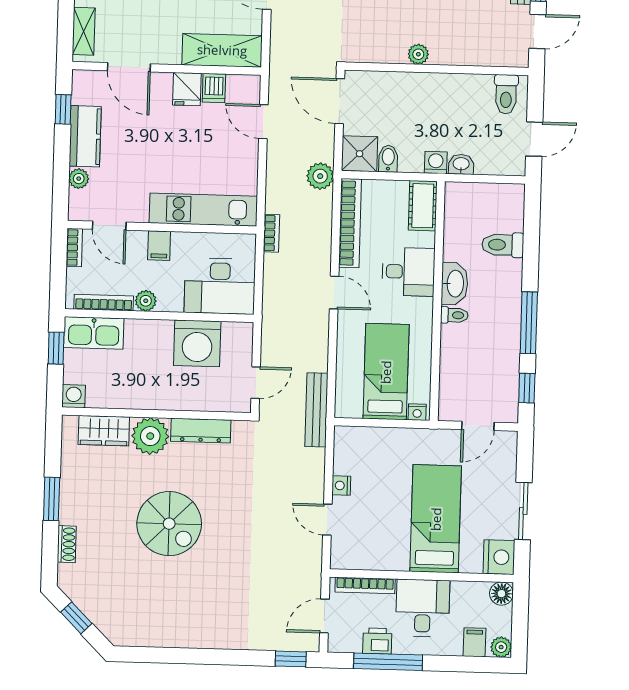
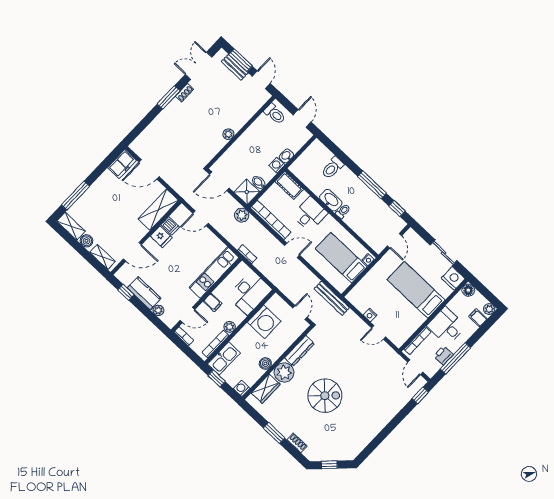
boiler: (139, 398) -> (265, 363), added

